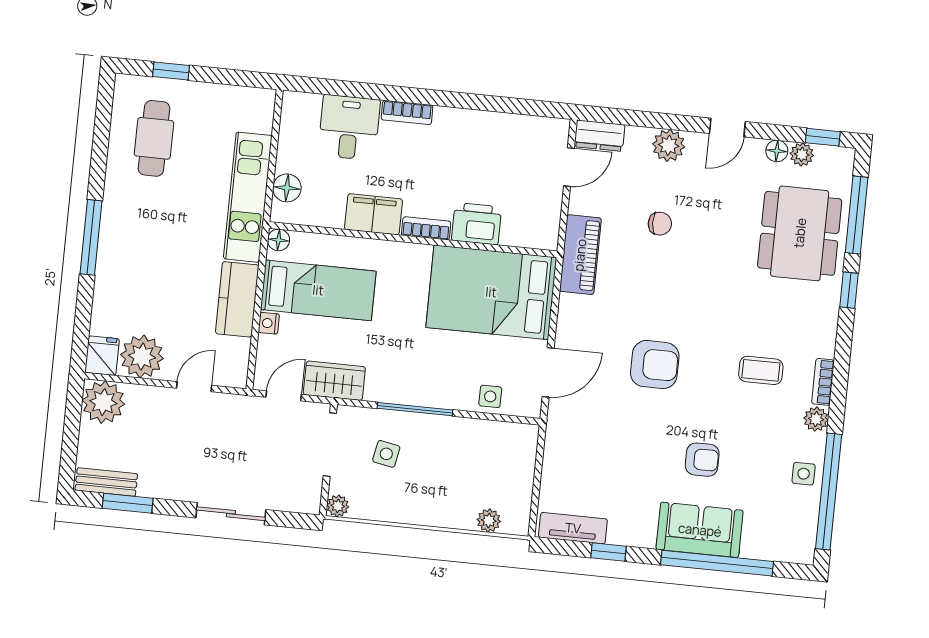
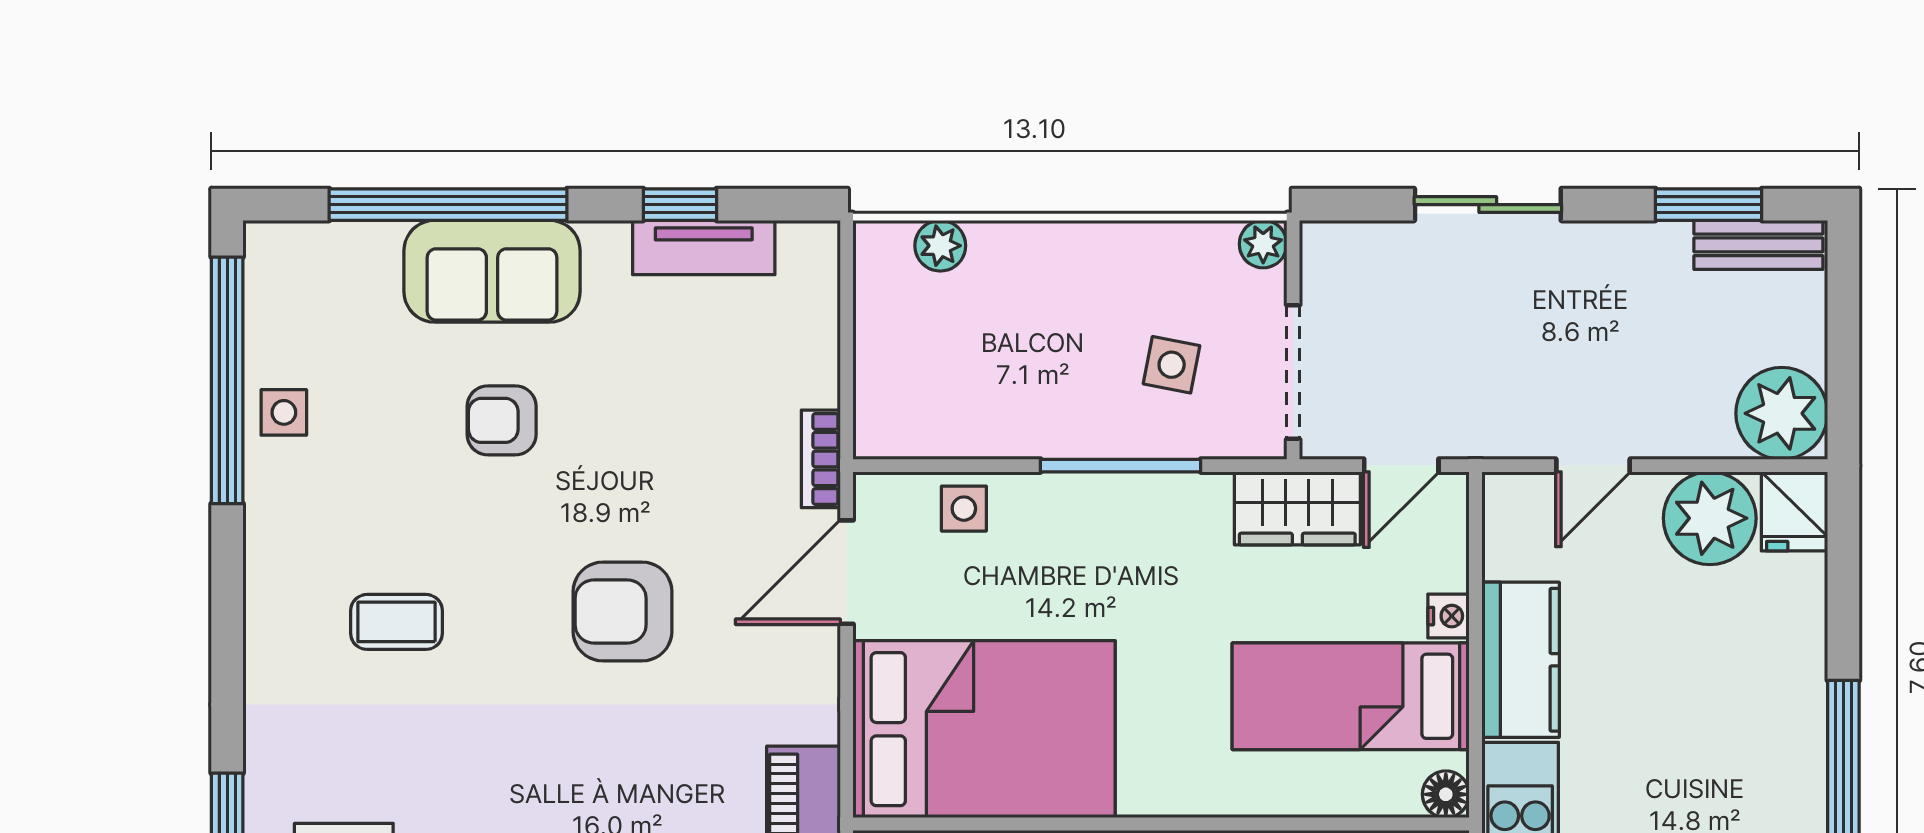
bookcase: (823, 382) -> (821, 459), moved, turned 180
plant: (816, 419) -> (269, 531), removed
tv unit: (573, 528) -> (704, 247), moved

